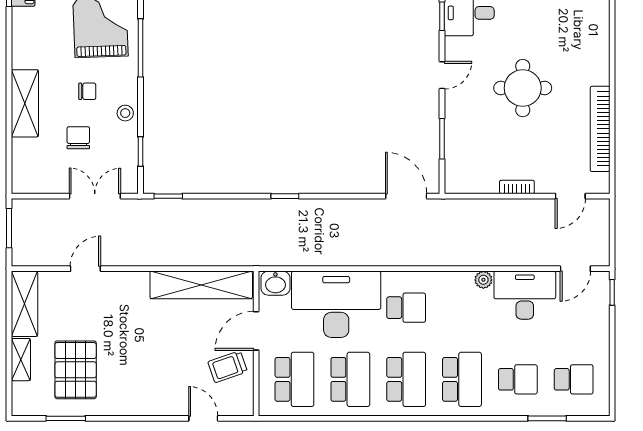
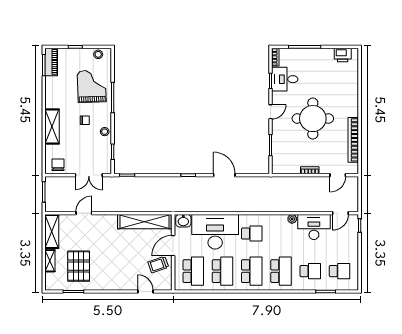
round table: (523, 88) -> (313, 119), width x1.36, depth x1.36
chair: (78, 138) -> (58, 165), moved
double door: (95, 196) -> (89, 175), swing flipped
door: (406, 196) -> (224, 175), moved

